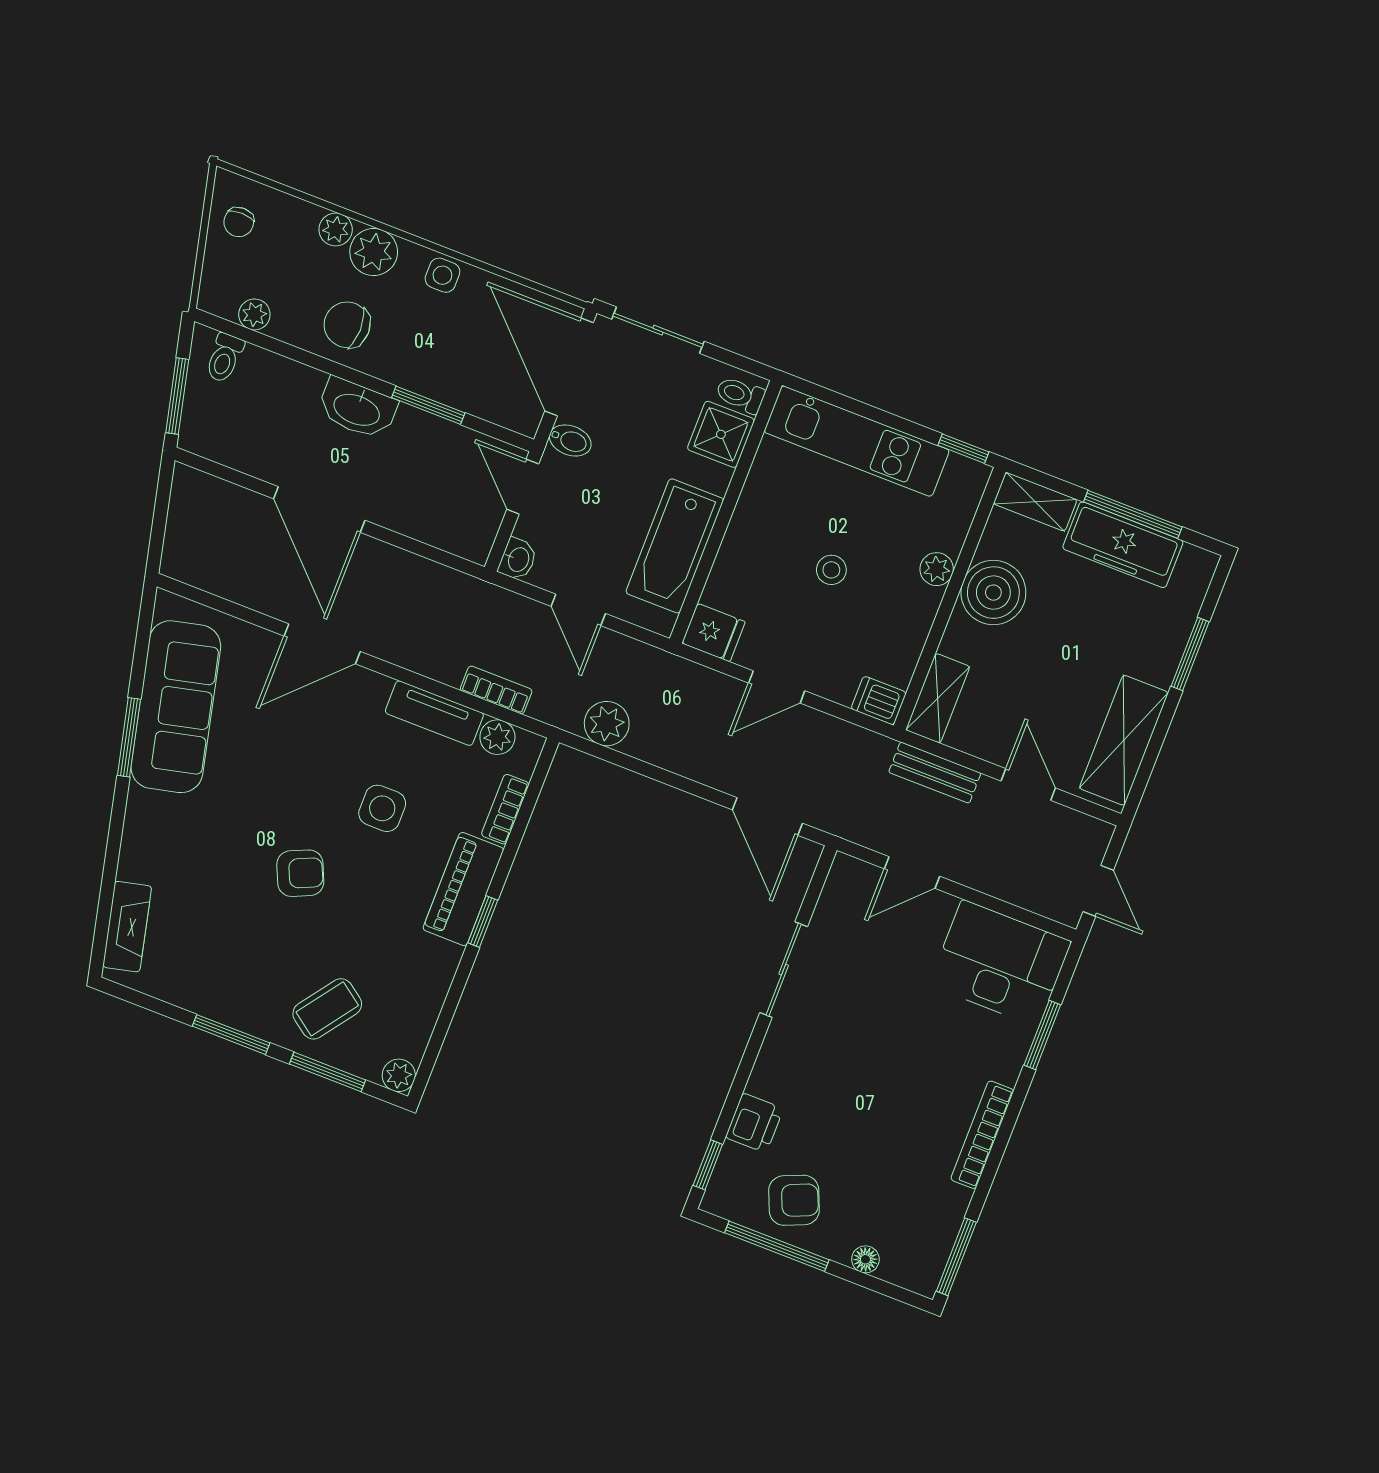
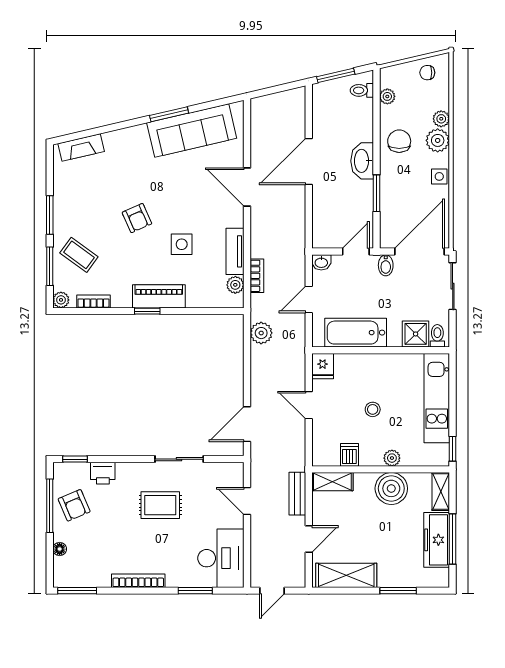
dishwasher: (879, 701) -> (349, 455), moved
bookcase: (505, 809) -> (93, 301), moved
rug: (856, 1038) -> (160, 505), added

